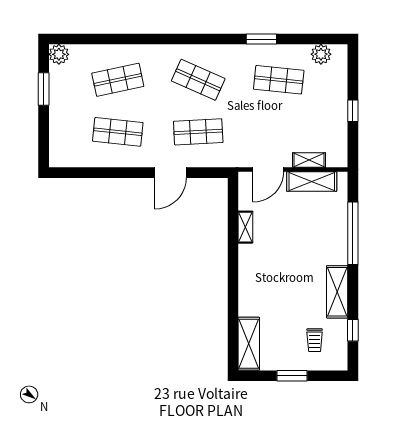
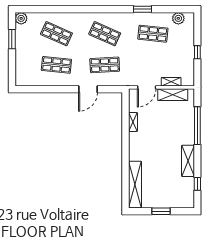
shop shelf: (118, 80) -> (56, 34), turned 36
trolley: (315, 340) -> (174, 190), removed
shelving: (249, 344) -> (135, 184), width x1.47

